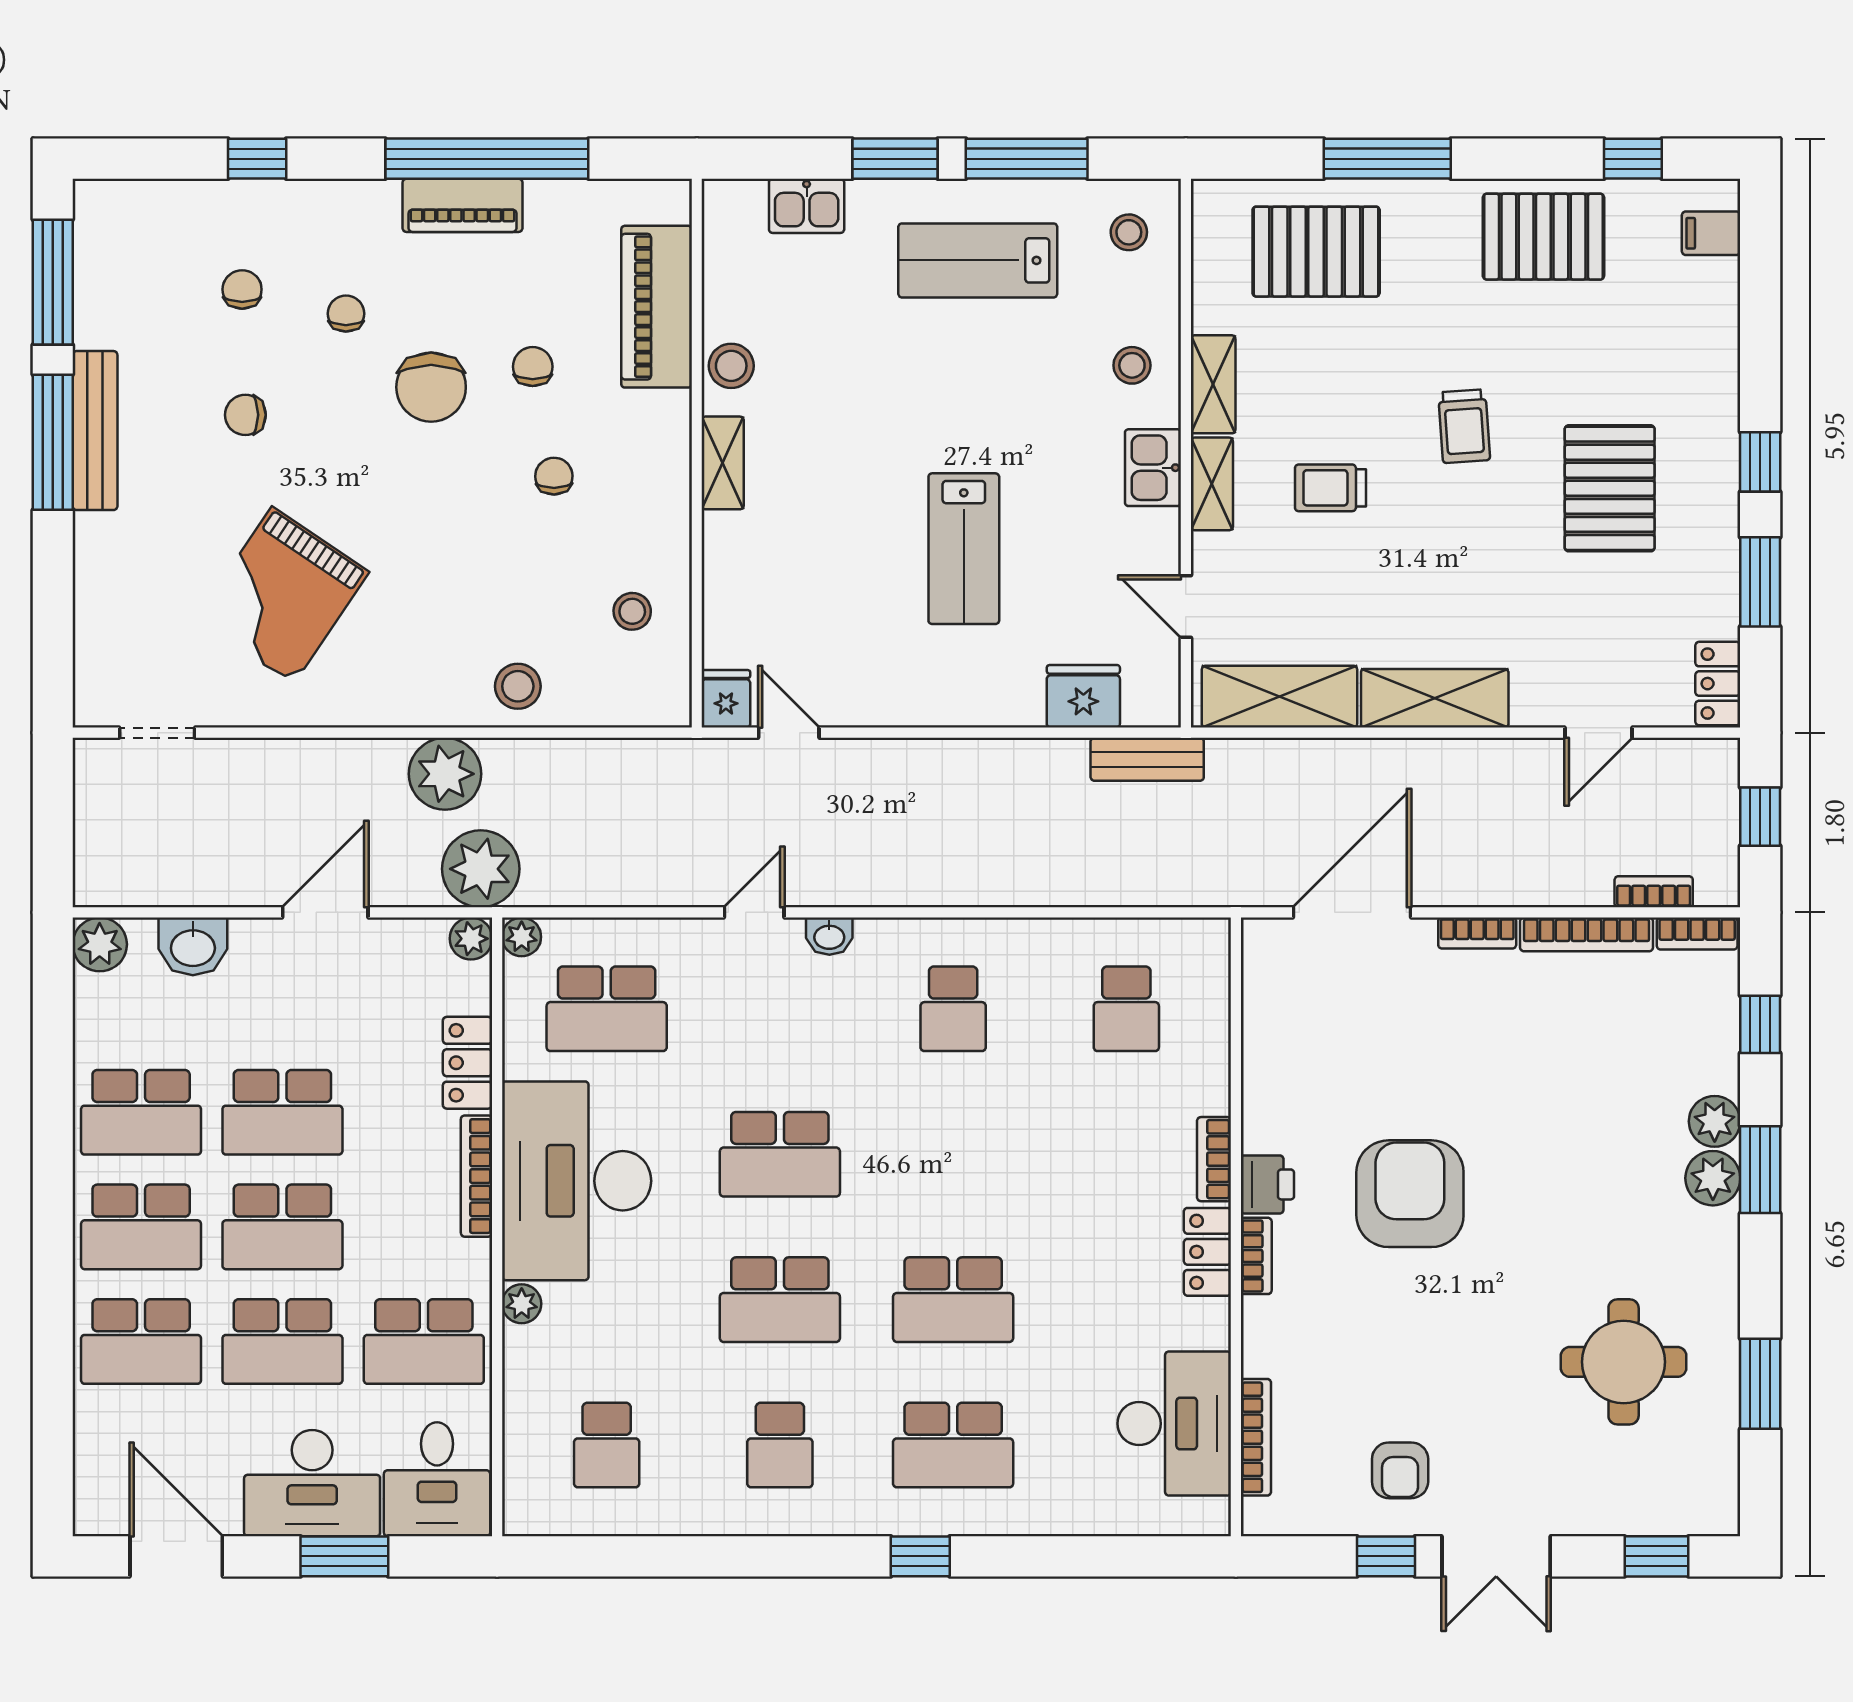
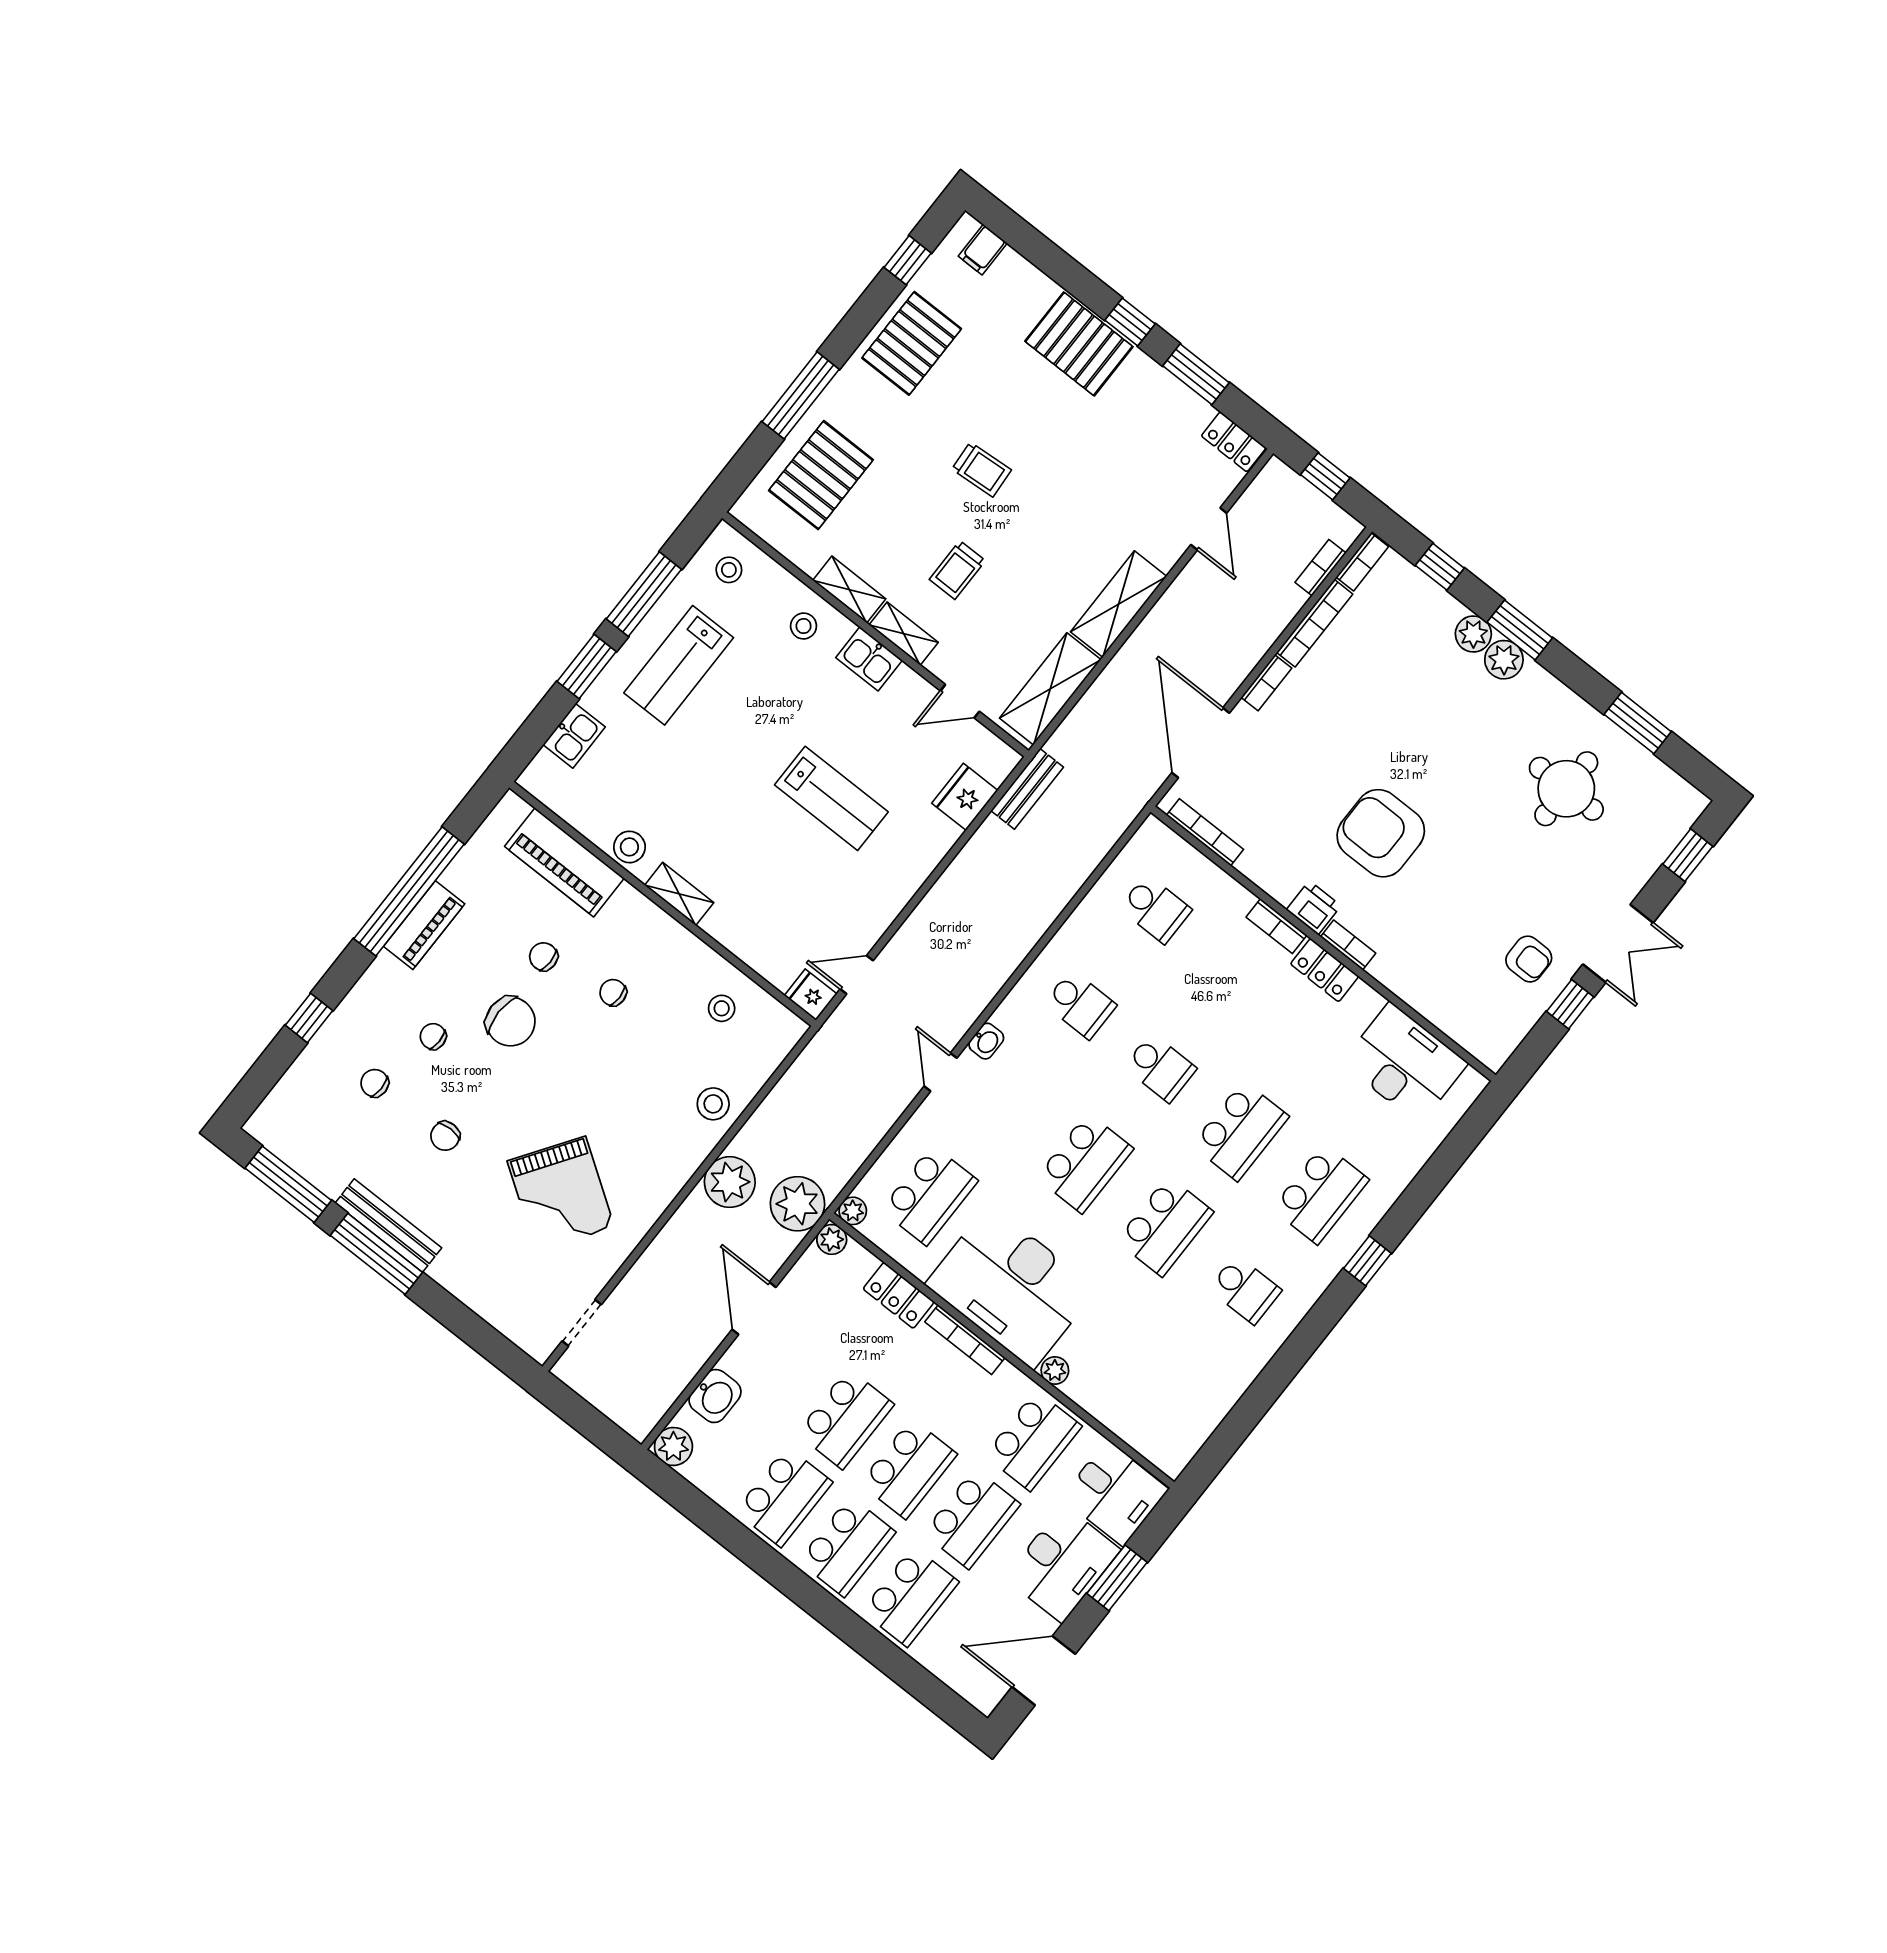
pallet: (1610, 488) -> (1079, 344), moved
bookcase: (1256, 1437) -> (1205, 832), moved
school desk: (607, 1445) -> (1160, 1068), moved

